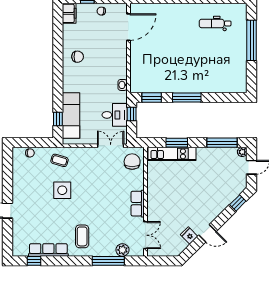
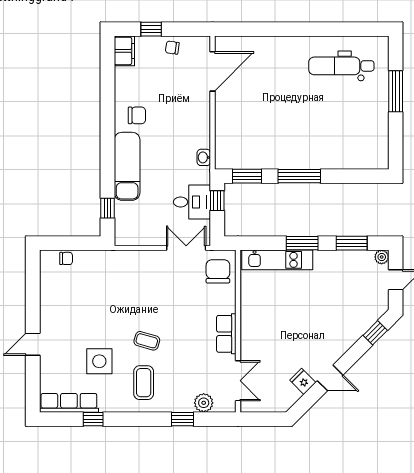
dental chair: (215, 23) -> (341, 66), width x1.36, depth x1.38
window: (252, 40) -> (396, 91), width x0.68
exam couch: (71, 115) -> (127, 166), moved
window: (177, 143) -> (302, 243), moved
window: (222, 143) -> (352, 243), width x0.69
coffee table: (60, 160) -> (147, 341), moved
side table: (62, 190) -> (99, 361), moved
row of seats: (48, 250) -> (69, 403), moved
window: (34, 261) -> (93, 419), moved
window: (108, 261) -> (182, 419), width x0.46

